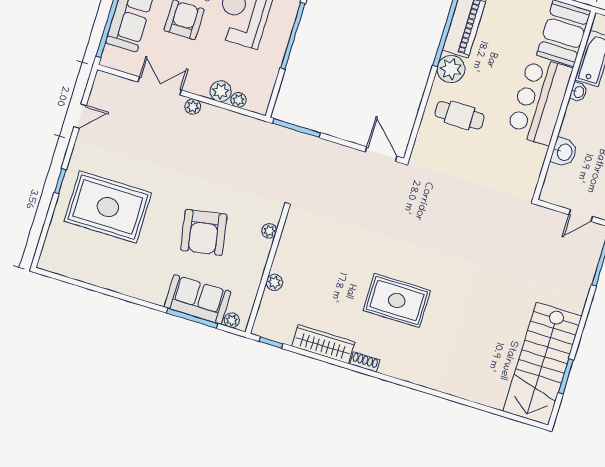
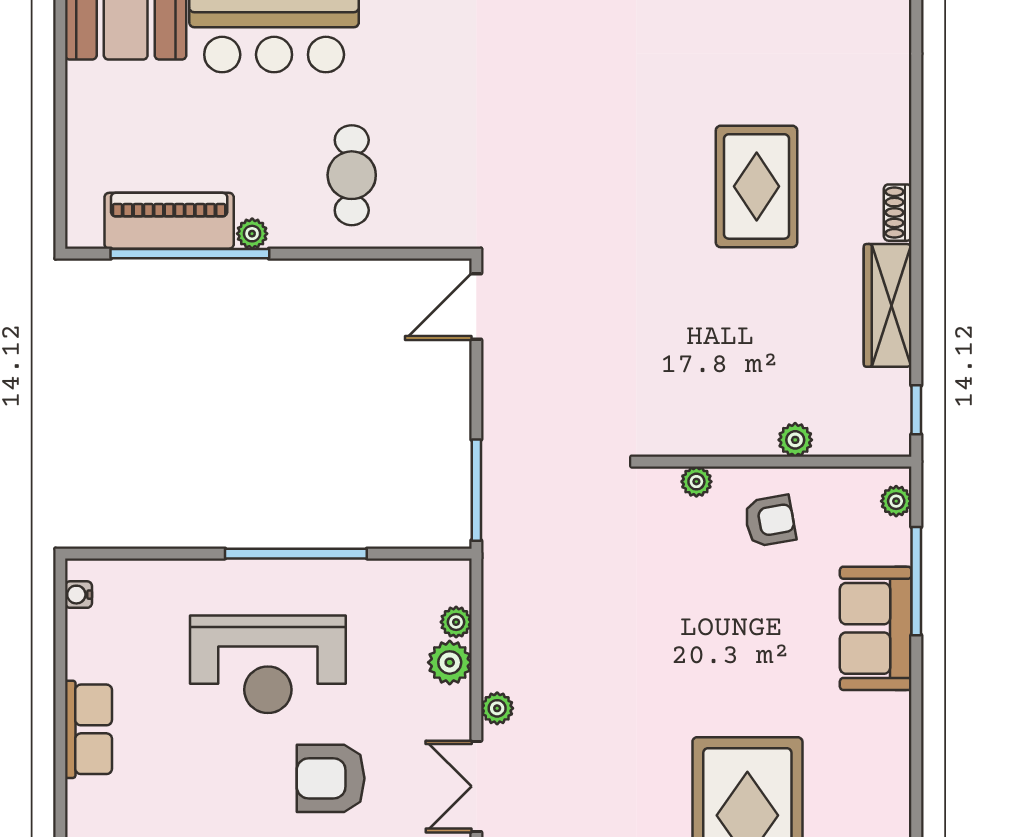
plant: (451, 69) -> (252, 234), width x0.53, depth x0.53
armchair: (204, 232) -> (770, 521), moved, width x0.53, depth x0.53
sofa: (198, 299) -> (876, 628), moved

